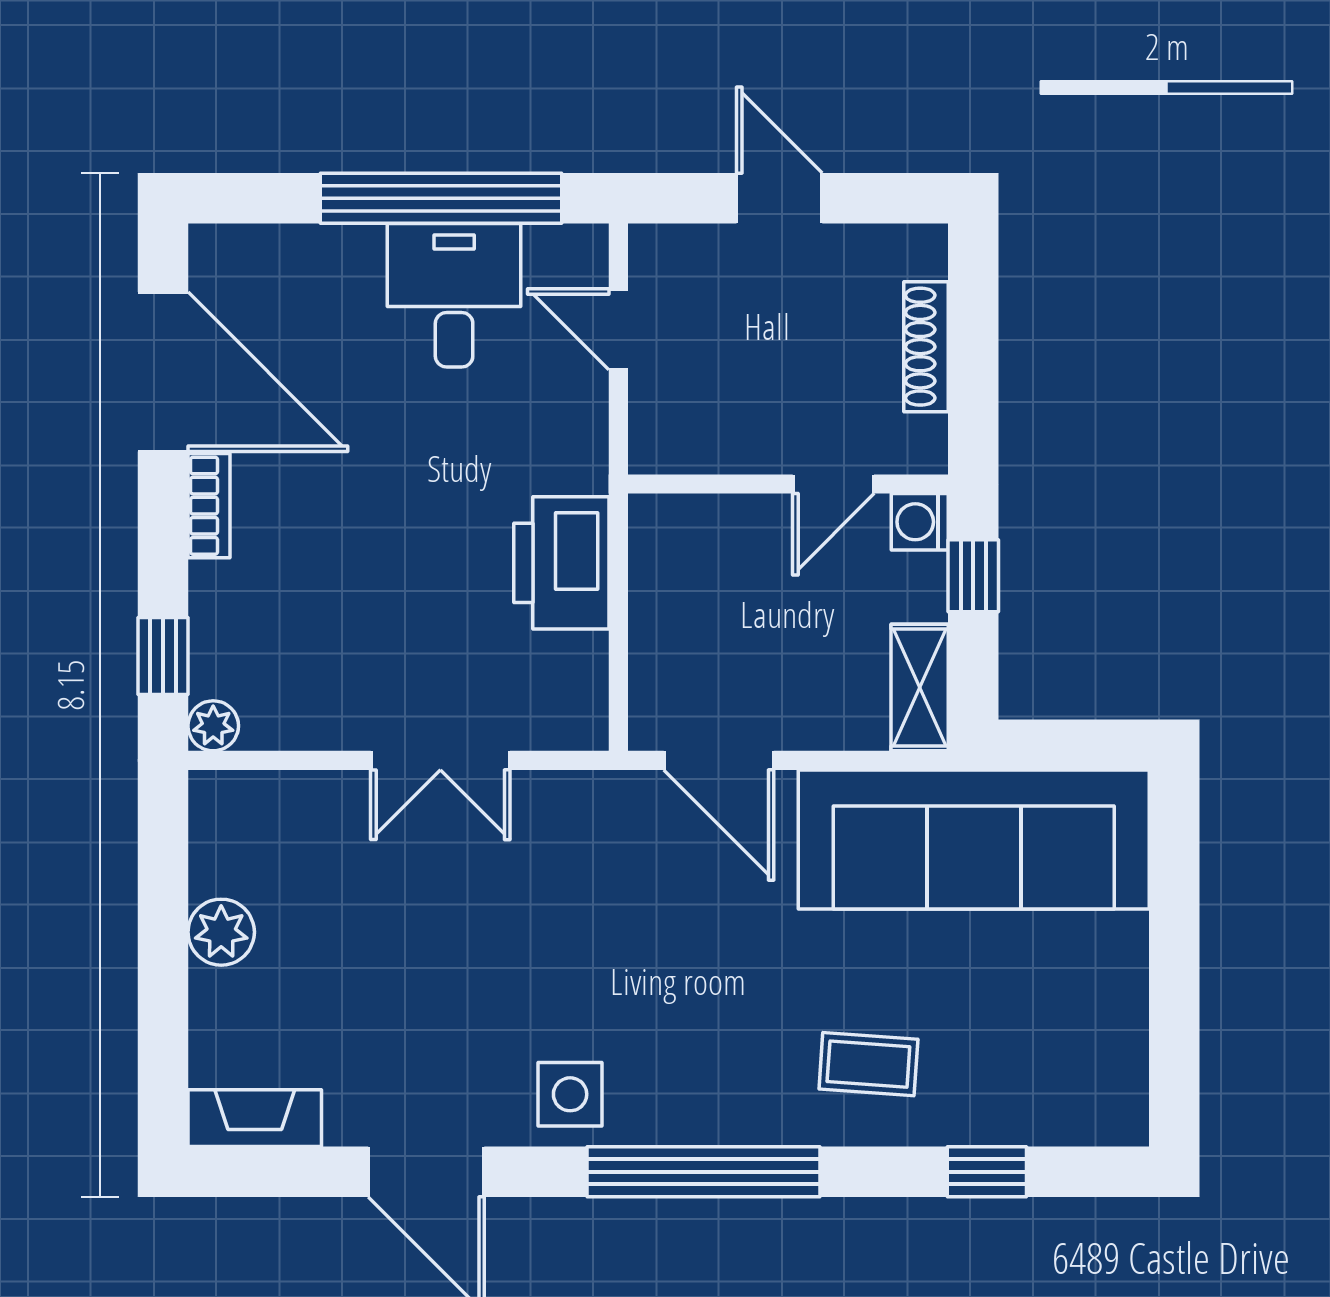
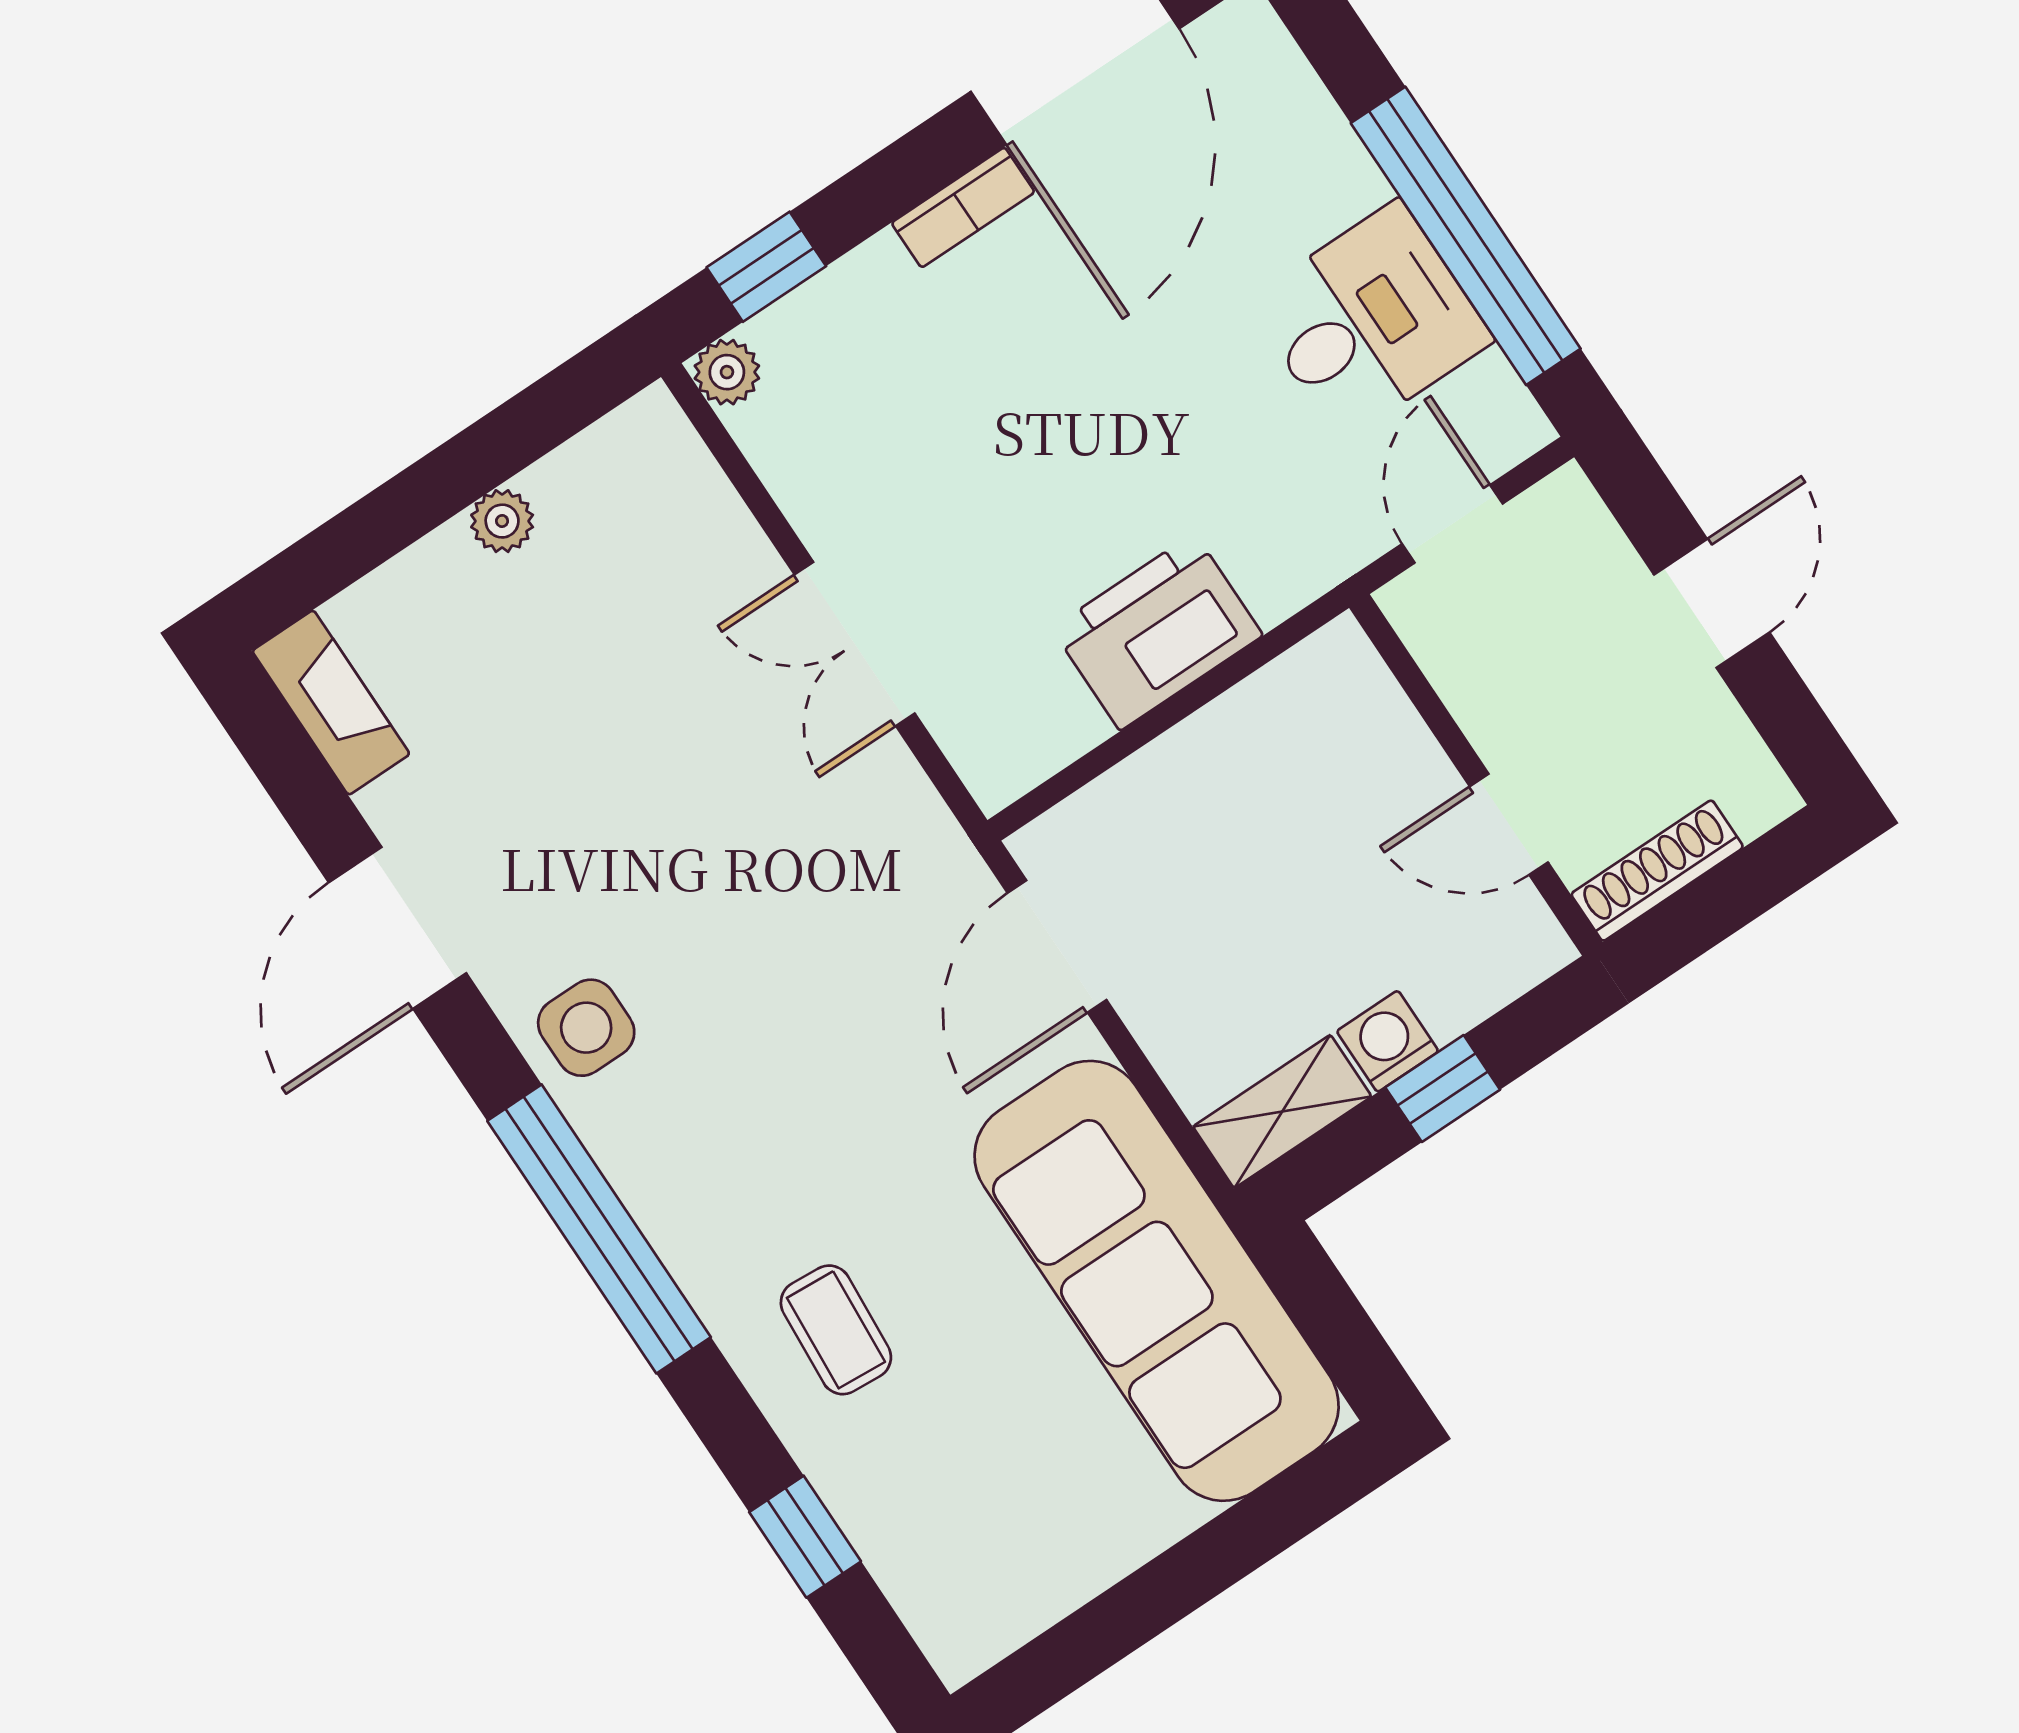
wall: (788, 484) -> (1476, 775), moved
door: (833, 484) -> (1509, 824), moved
washing machine: (920, 522) -> (1388, 1041), moved
plant: (221, 932) -> (502, 521), width x0.73, depth x0.73

